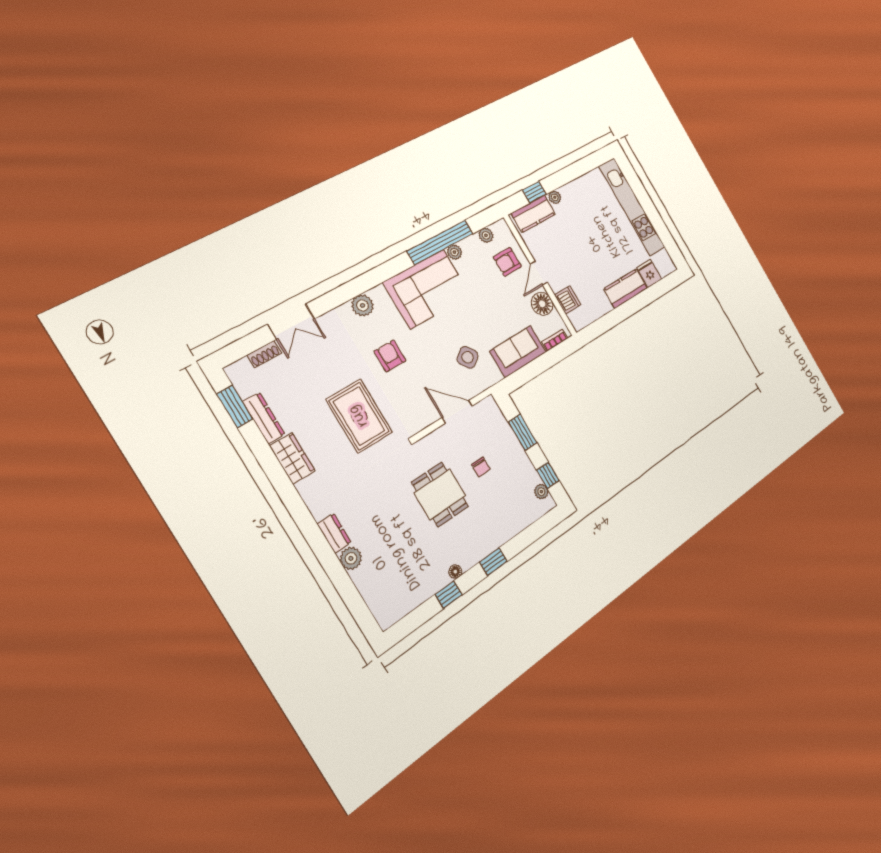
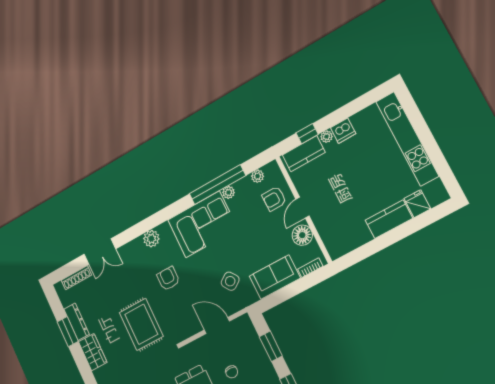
dishwasher: (568, 300) -> (343, 131), moved, turned 90
shoe rack: (264, 354) -> (76, 278), width x1.43
window: (235, 407) -> (68, 332), moved

